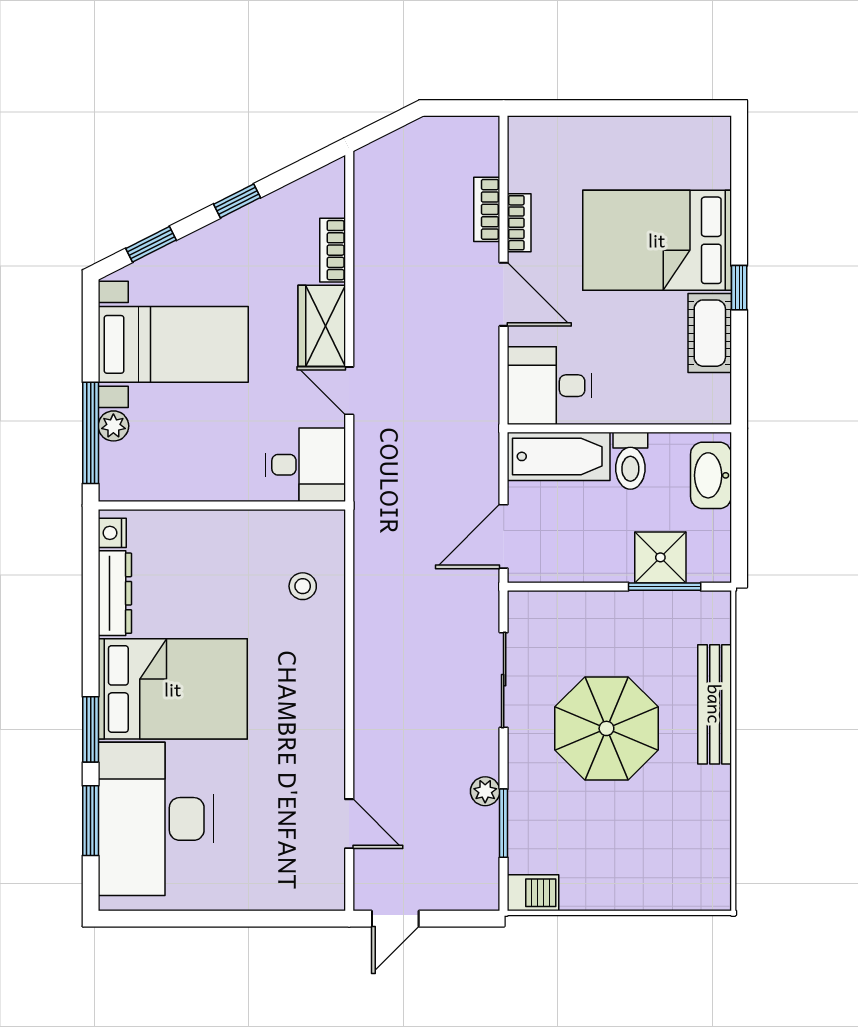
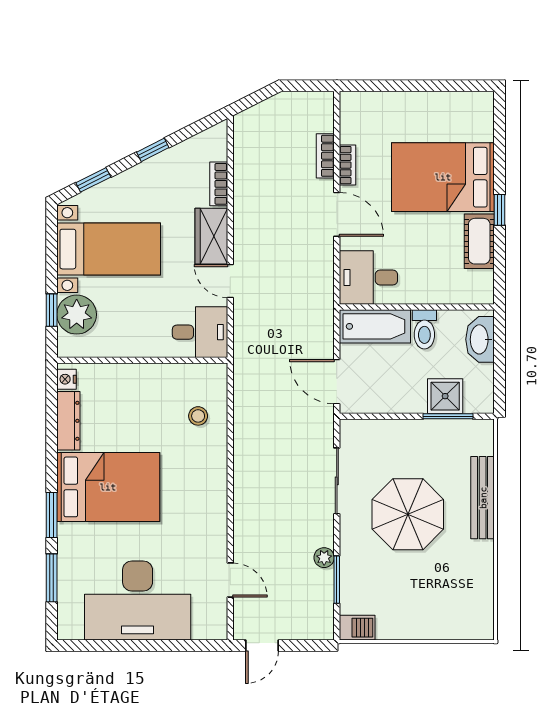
plant: (113, 426) -> (77, 315), width x1.88, depth x1.88
window: (91, 433) -> (52, 310), width x0.46
door: (504, 536) -> (337, 382), hinge flipped
desk: (156, 819) -> (138, 601), moved, turned -90

